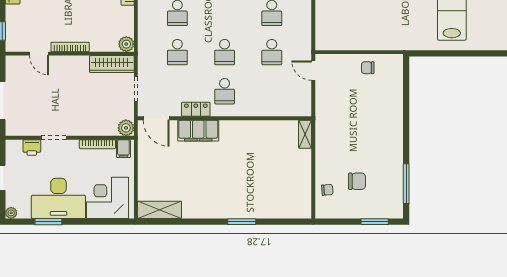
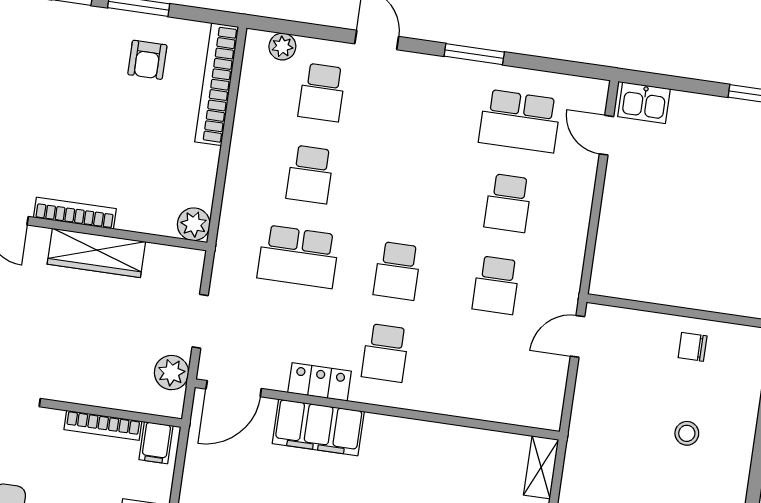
school desk: (177, 52) -> (298, 257), width x1.85
wardrobe: (112, 64) -> (96, 253), moved
door: (313, 71) -> (577, 336), hinge flipped
stool: (371, 109) -> (687, 433), added
door: (156, 118) -> (234, 389), hinge flipped
plant: (126, 128) -> (172, 373), moved

